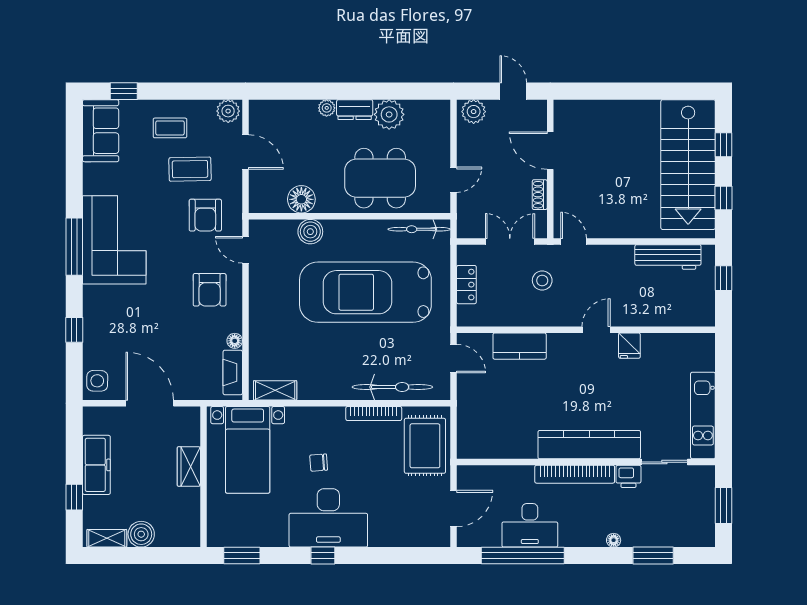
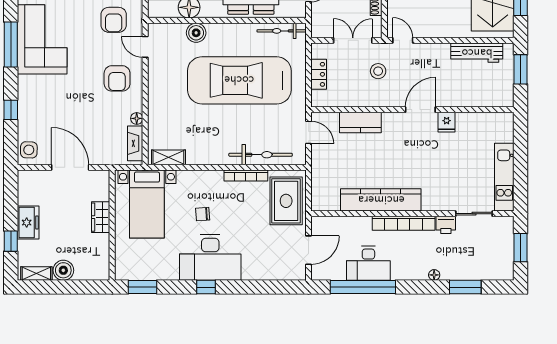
window: (724, 278) -> (520, 69), width x1.50
door: (596, 330) -> (420, 110), width x1.38
kitchen counter: (589, 445) -> (381, 200), moved
freezer: (96, 465) -> (28, 223), width x0.71

